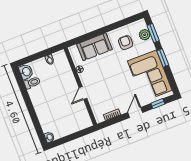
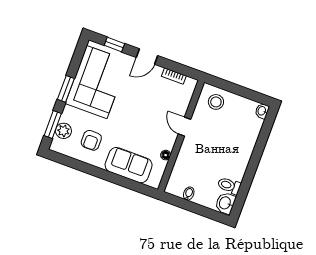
door: (83, 93) -> (184, 127), swing flipped
stool: (78, 121) -> (216, 102), added

